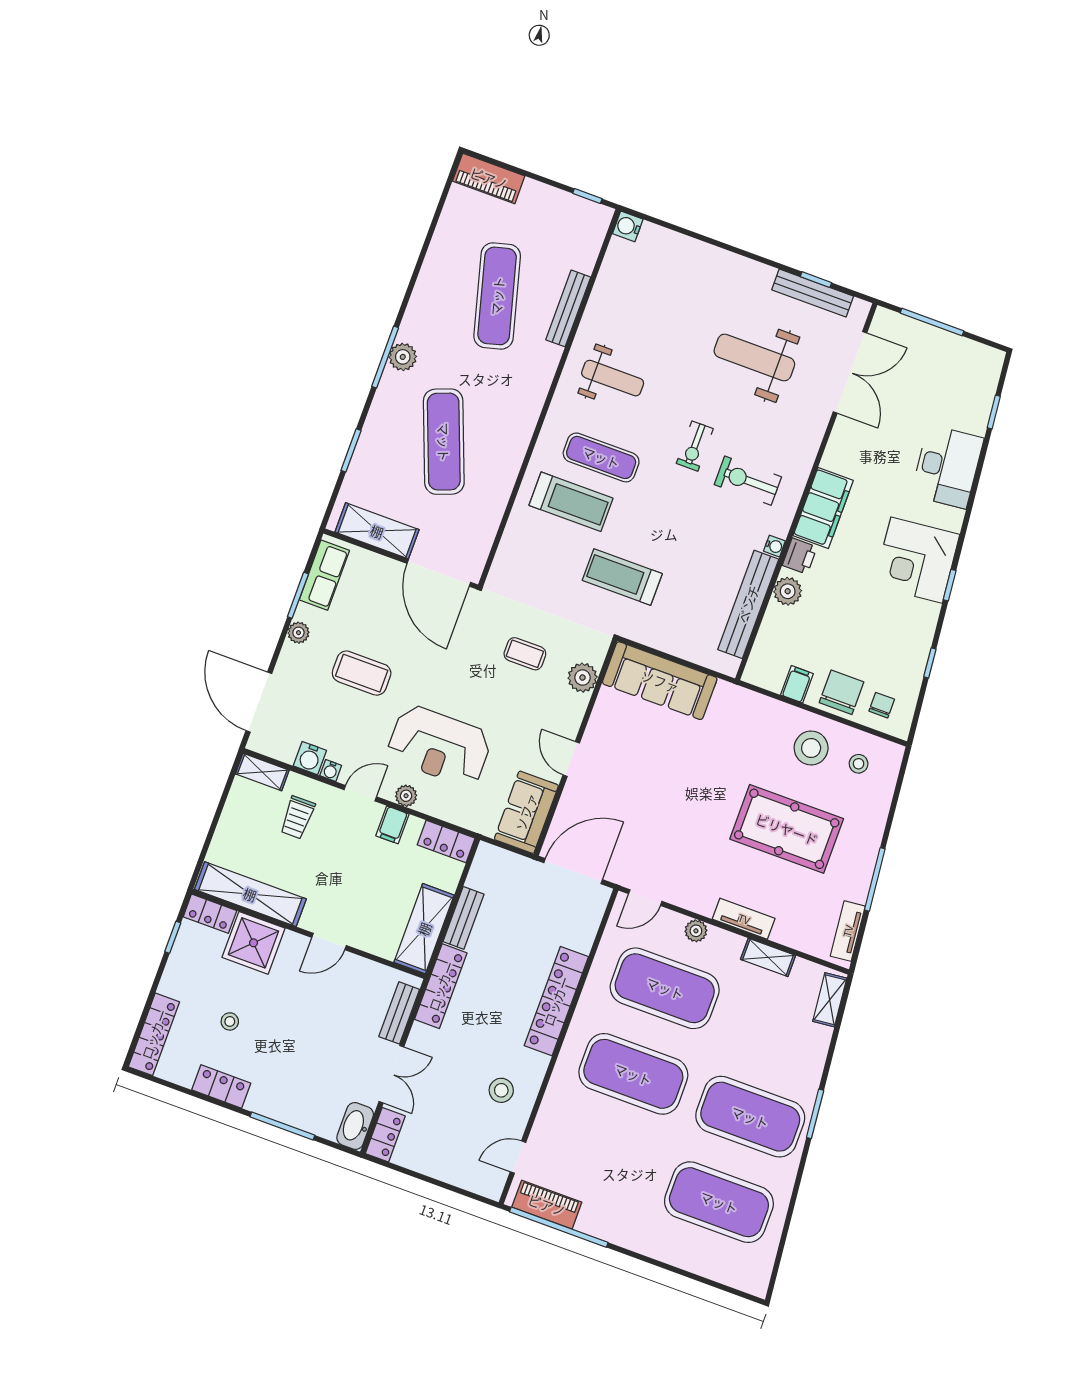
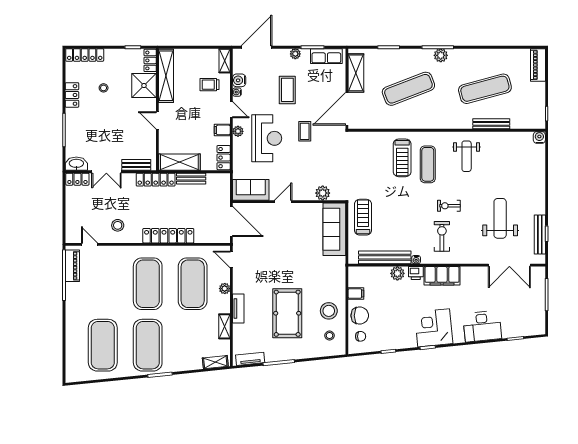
treadmill: (622, 577) -> (363, 217), moved
coffee table: (525, 654) -> (305, 131), moved
reception desk: (439, 746) -> (267, 138), turned 180

